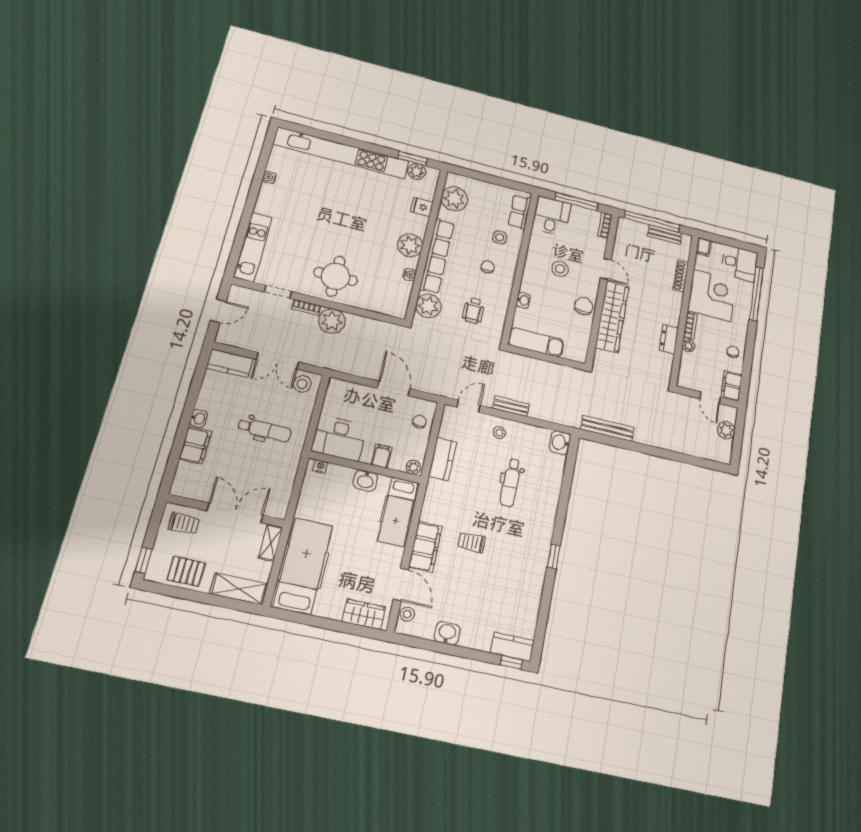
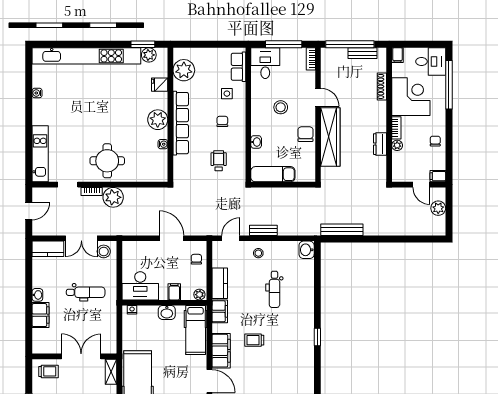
plant: (428, 306) -> (183, 166), removed
wheelchair: (474, 310) -> (219, 161), turned 180
filing cabinet: (732, 386) -> (438, 176), width x0.50
filing cabinet: (435, 495) -> (220, 311), added

